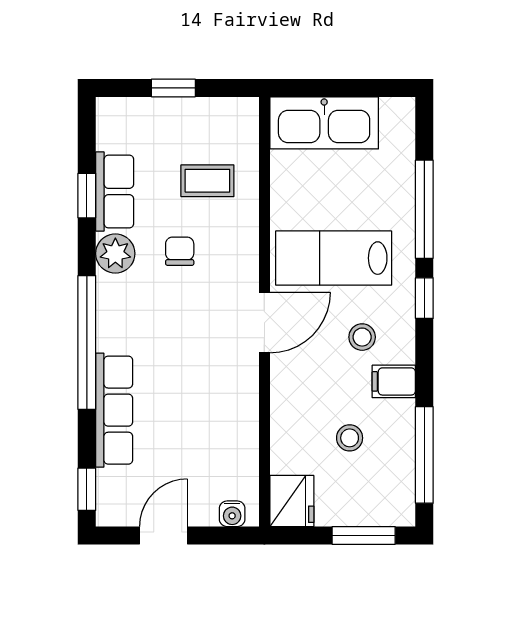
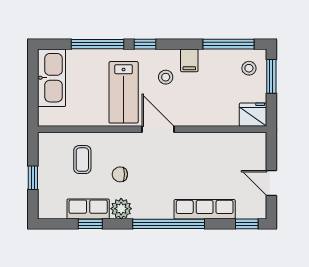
kitchen sink: (324, 123) -> (52, 78), moved
stool: (350, 438) -> (249, 68), moved
water cooler: (232, 514) -> (260, 146), removed

